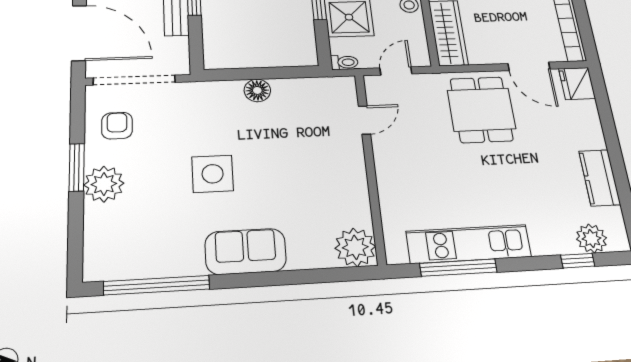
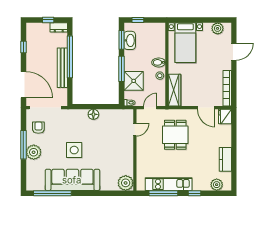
dining table: (481, 110) -> (175, 135), moved
window: (77, 167) -> (23, 145), width x1.44
sofa: (246, 251) -> (72, 180), width x1.85, depth x1.27
window: (578, 261) -> (195, 193), moved

